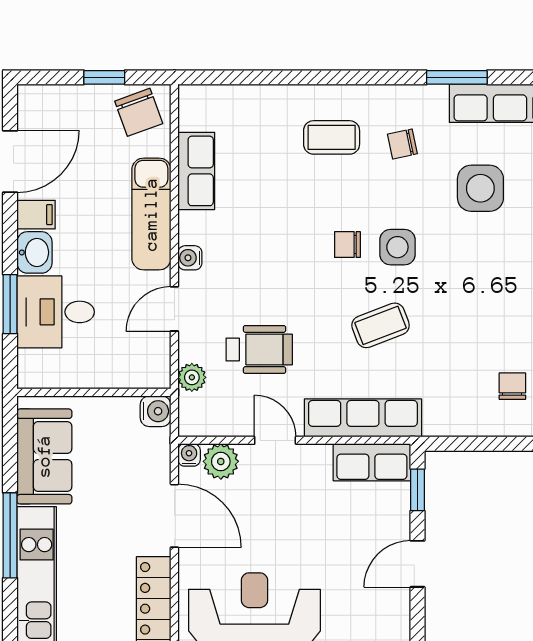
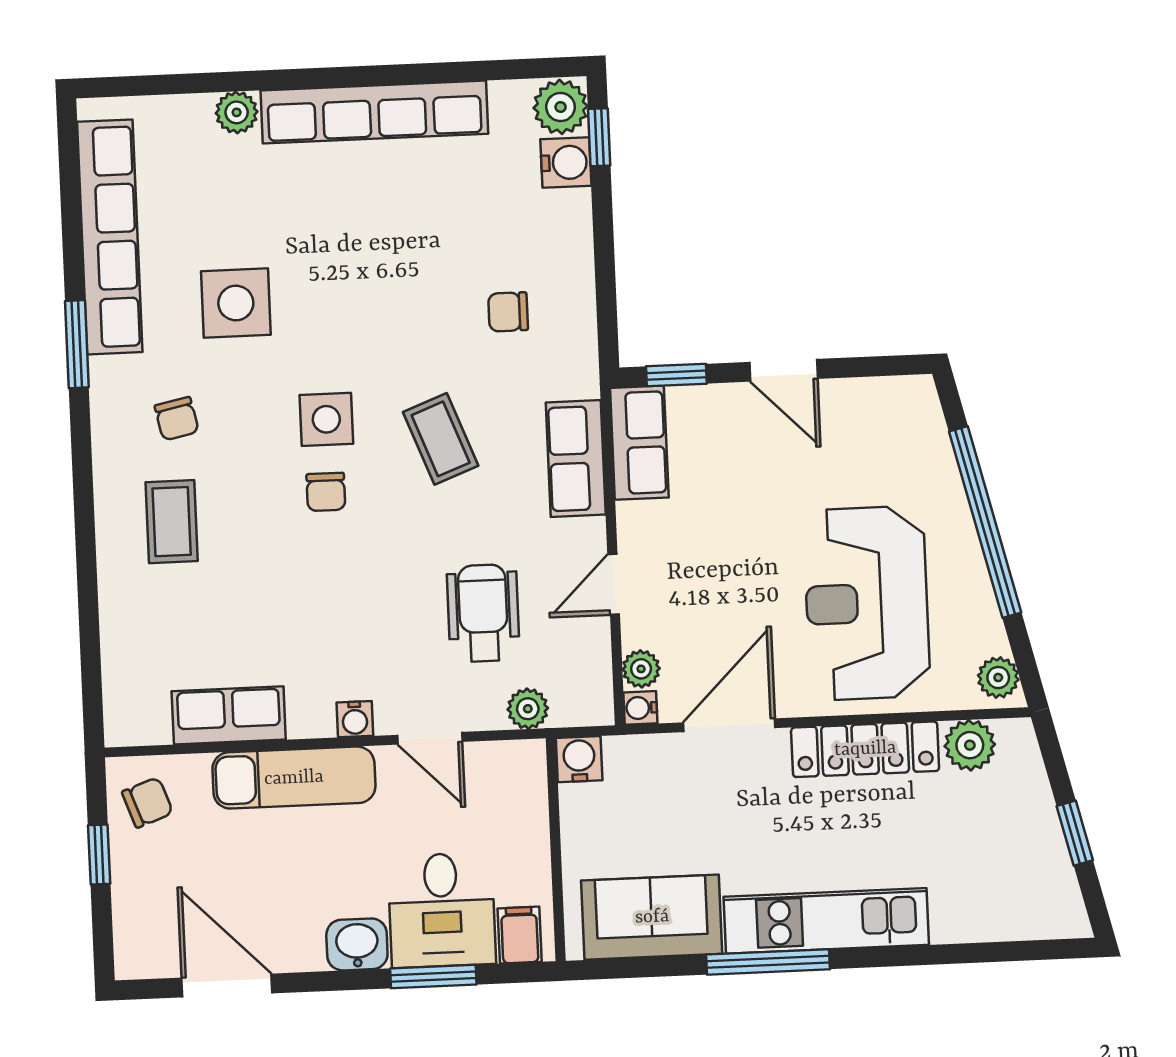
chair: (139, 112) -> (147, 802), width x0.73, depth x0.73
filing cabinet: (36, 215) -> (520, 935), moved
chair: (512, 386) -> (508, 312), moved
row of seats: (363, 418) -> (576, 459), width x0.68
plant: (221, 461) -> (641, 669), width x0.73, depth x0.73

